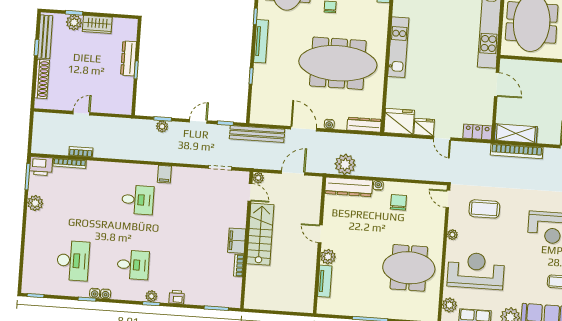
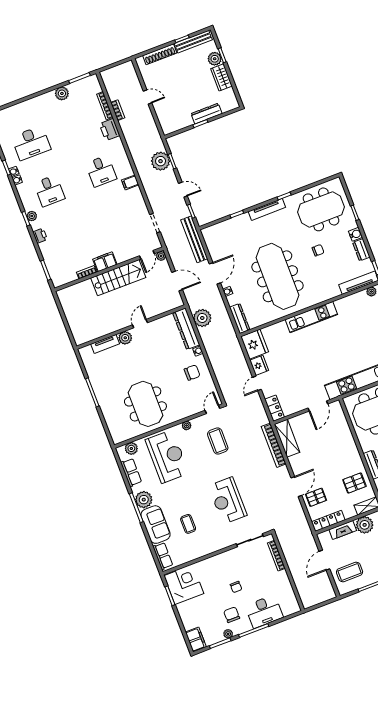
plant: (162, 126) -> (161, 161), width x1.87, depth x1.87
printer: (41, 166) -> (110, 130), moved

